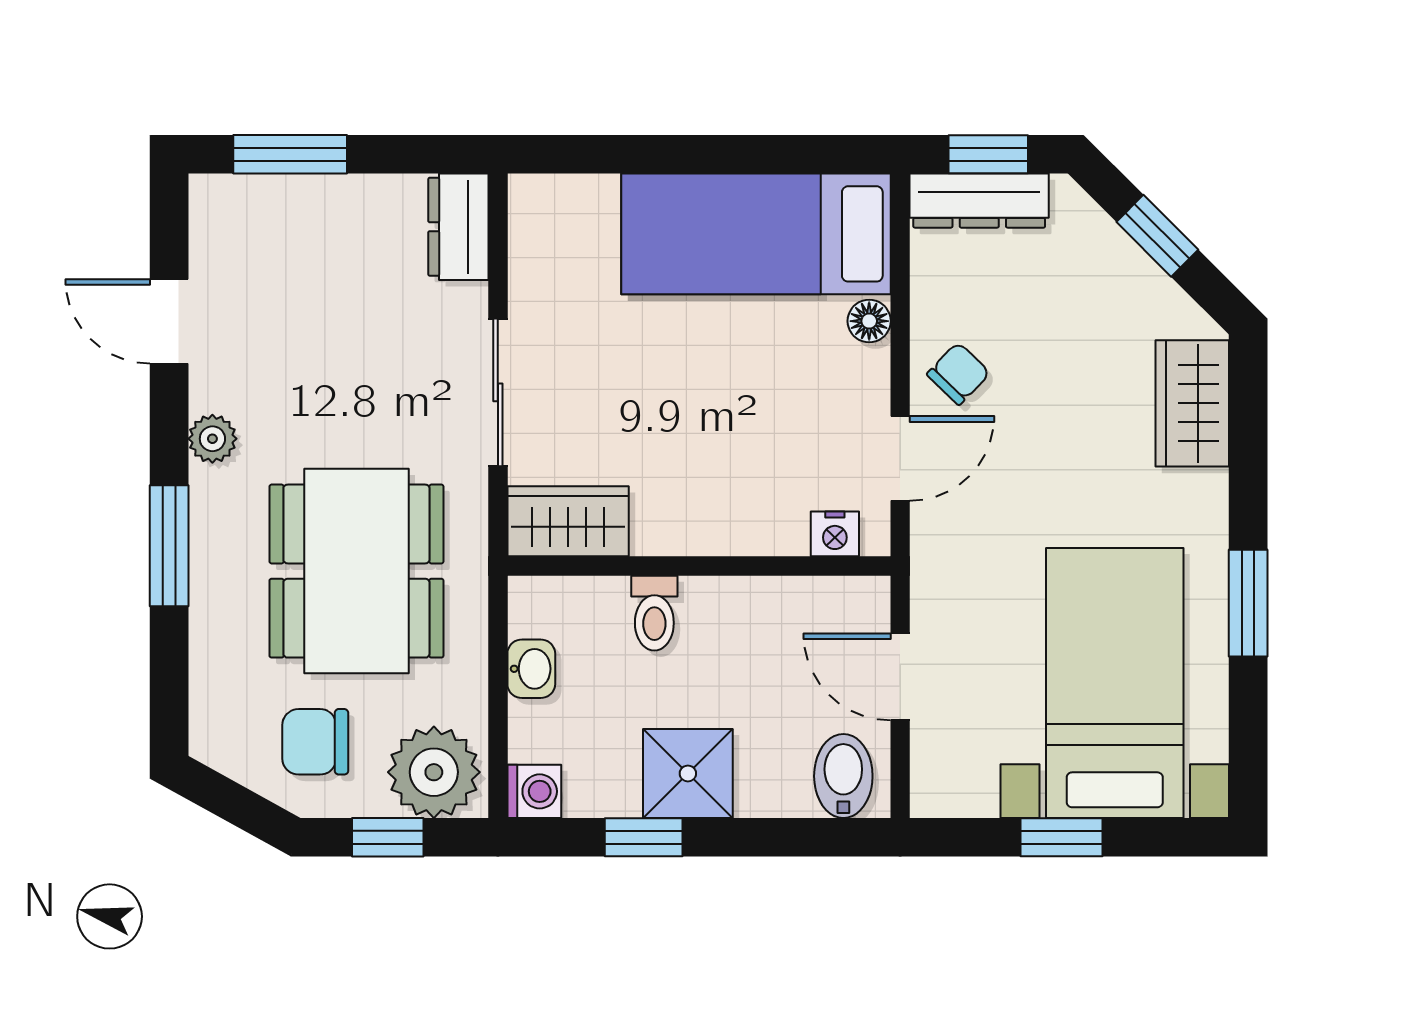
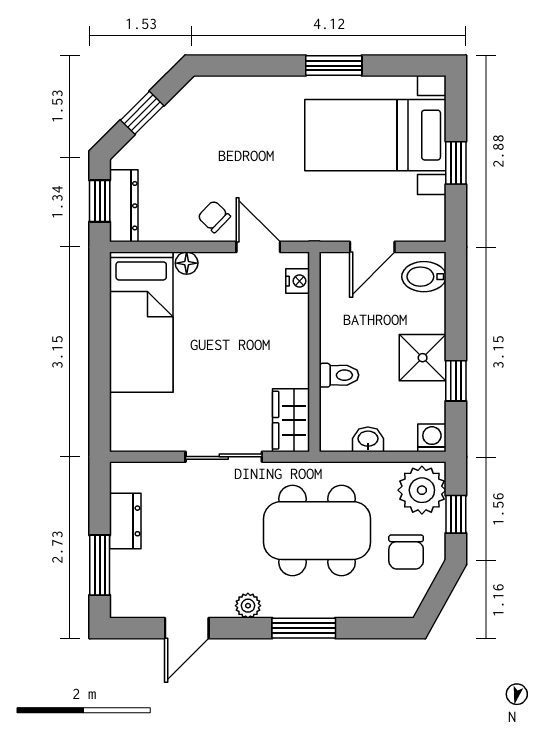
dresser: (458, 227) -> (125, 521), moved, turned -90
wardrobe: (1192, 403) -> (230, 95), removed

